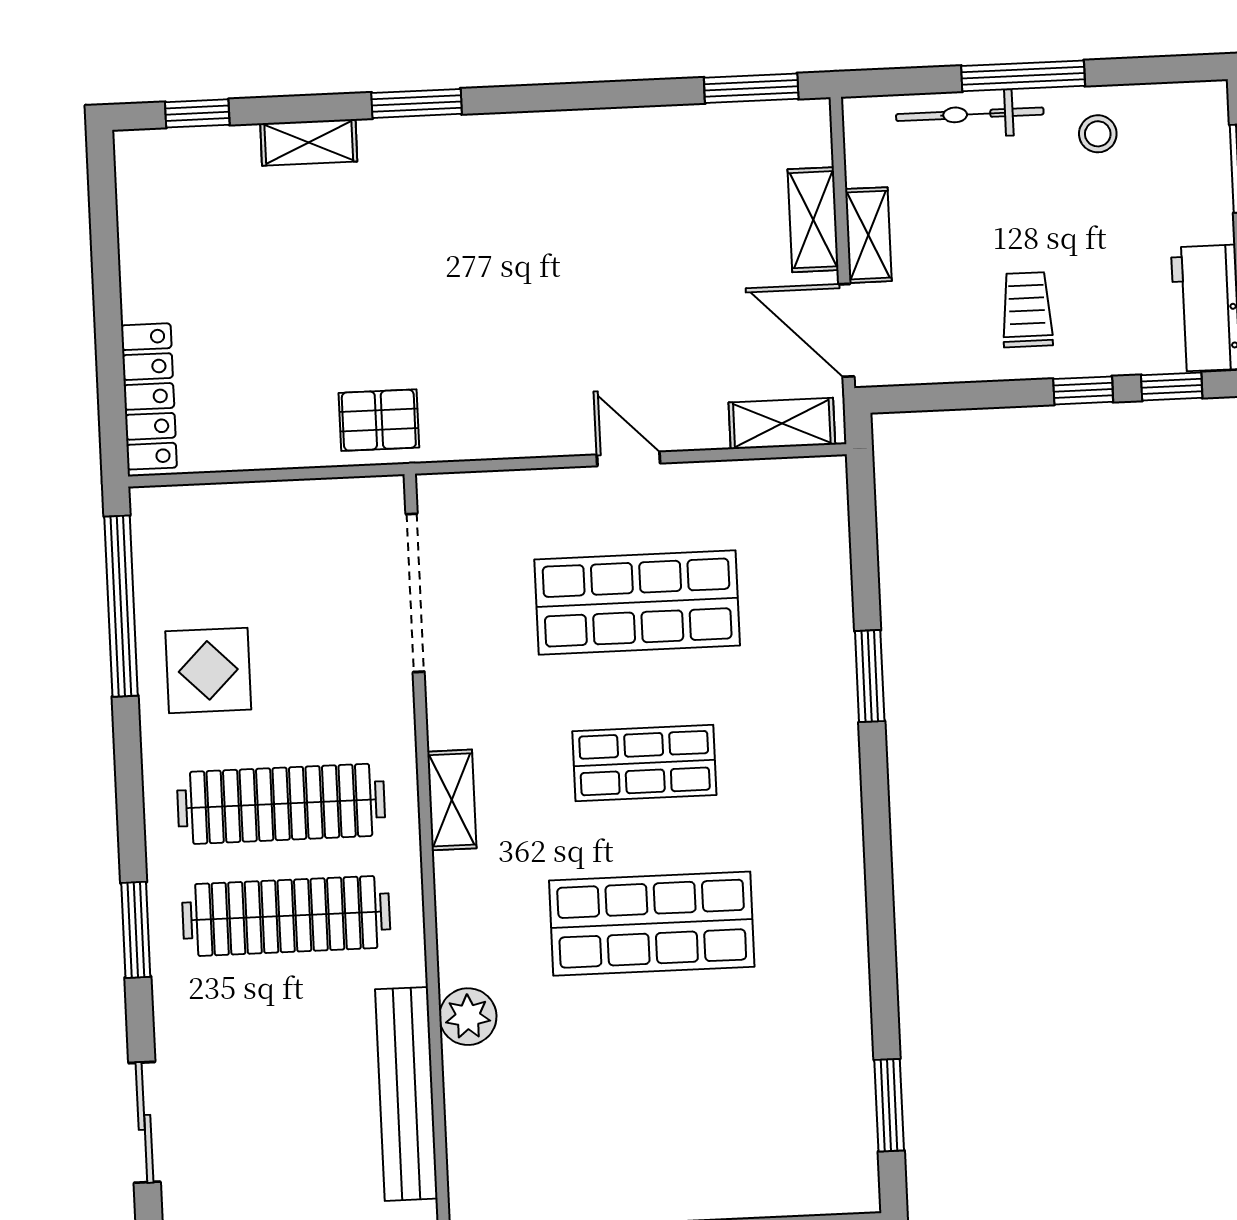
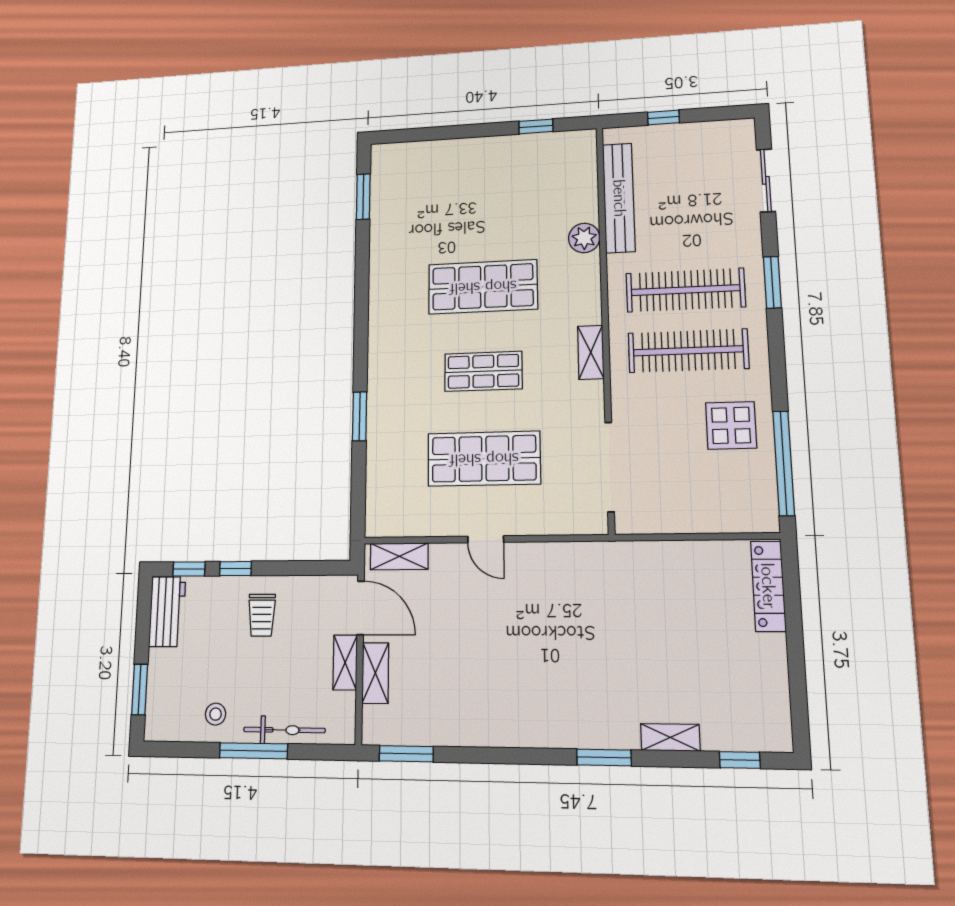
pallet: (379, 420) -> (629, 567), removed

